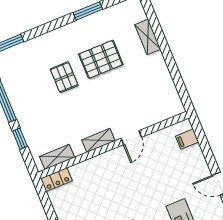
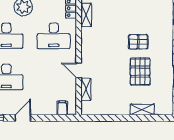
shelving: (98, 140) -> (86, 89), moved
desk: (100, 187) -> (54, 36), added

